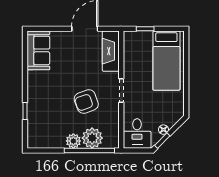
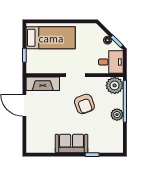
sofa: (38, 50) -> (72, 143), moved
plant: (92, 138) -> (115, 85), moved

